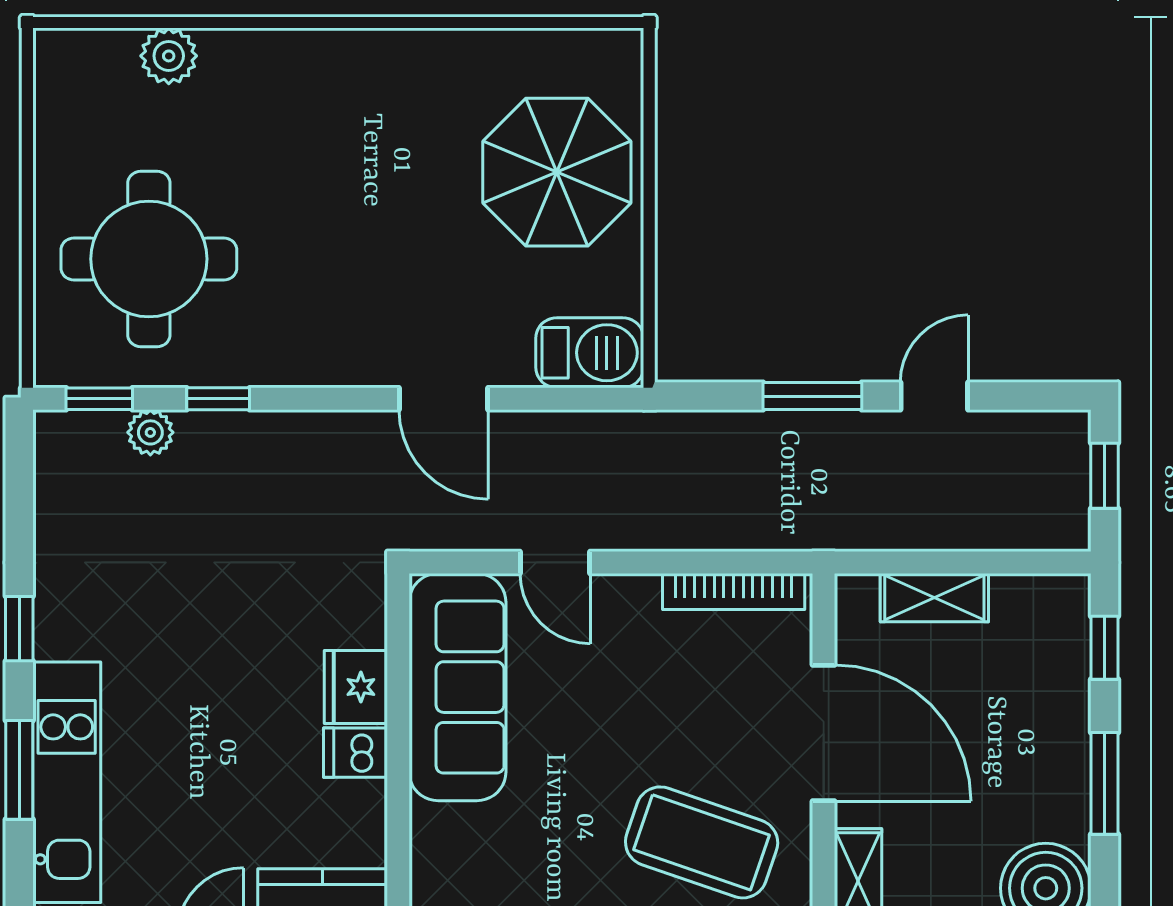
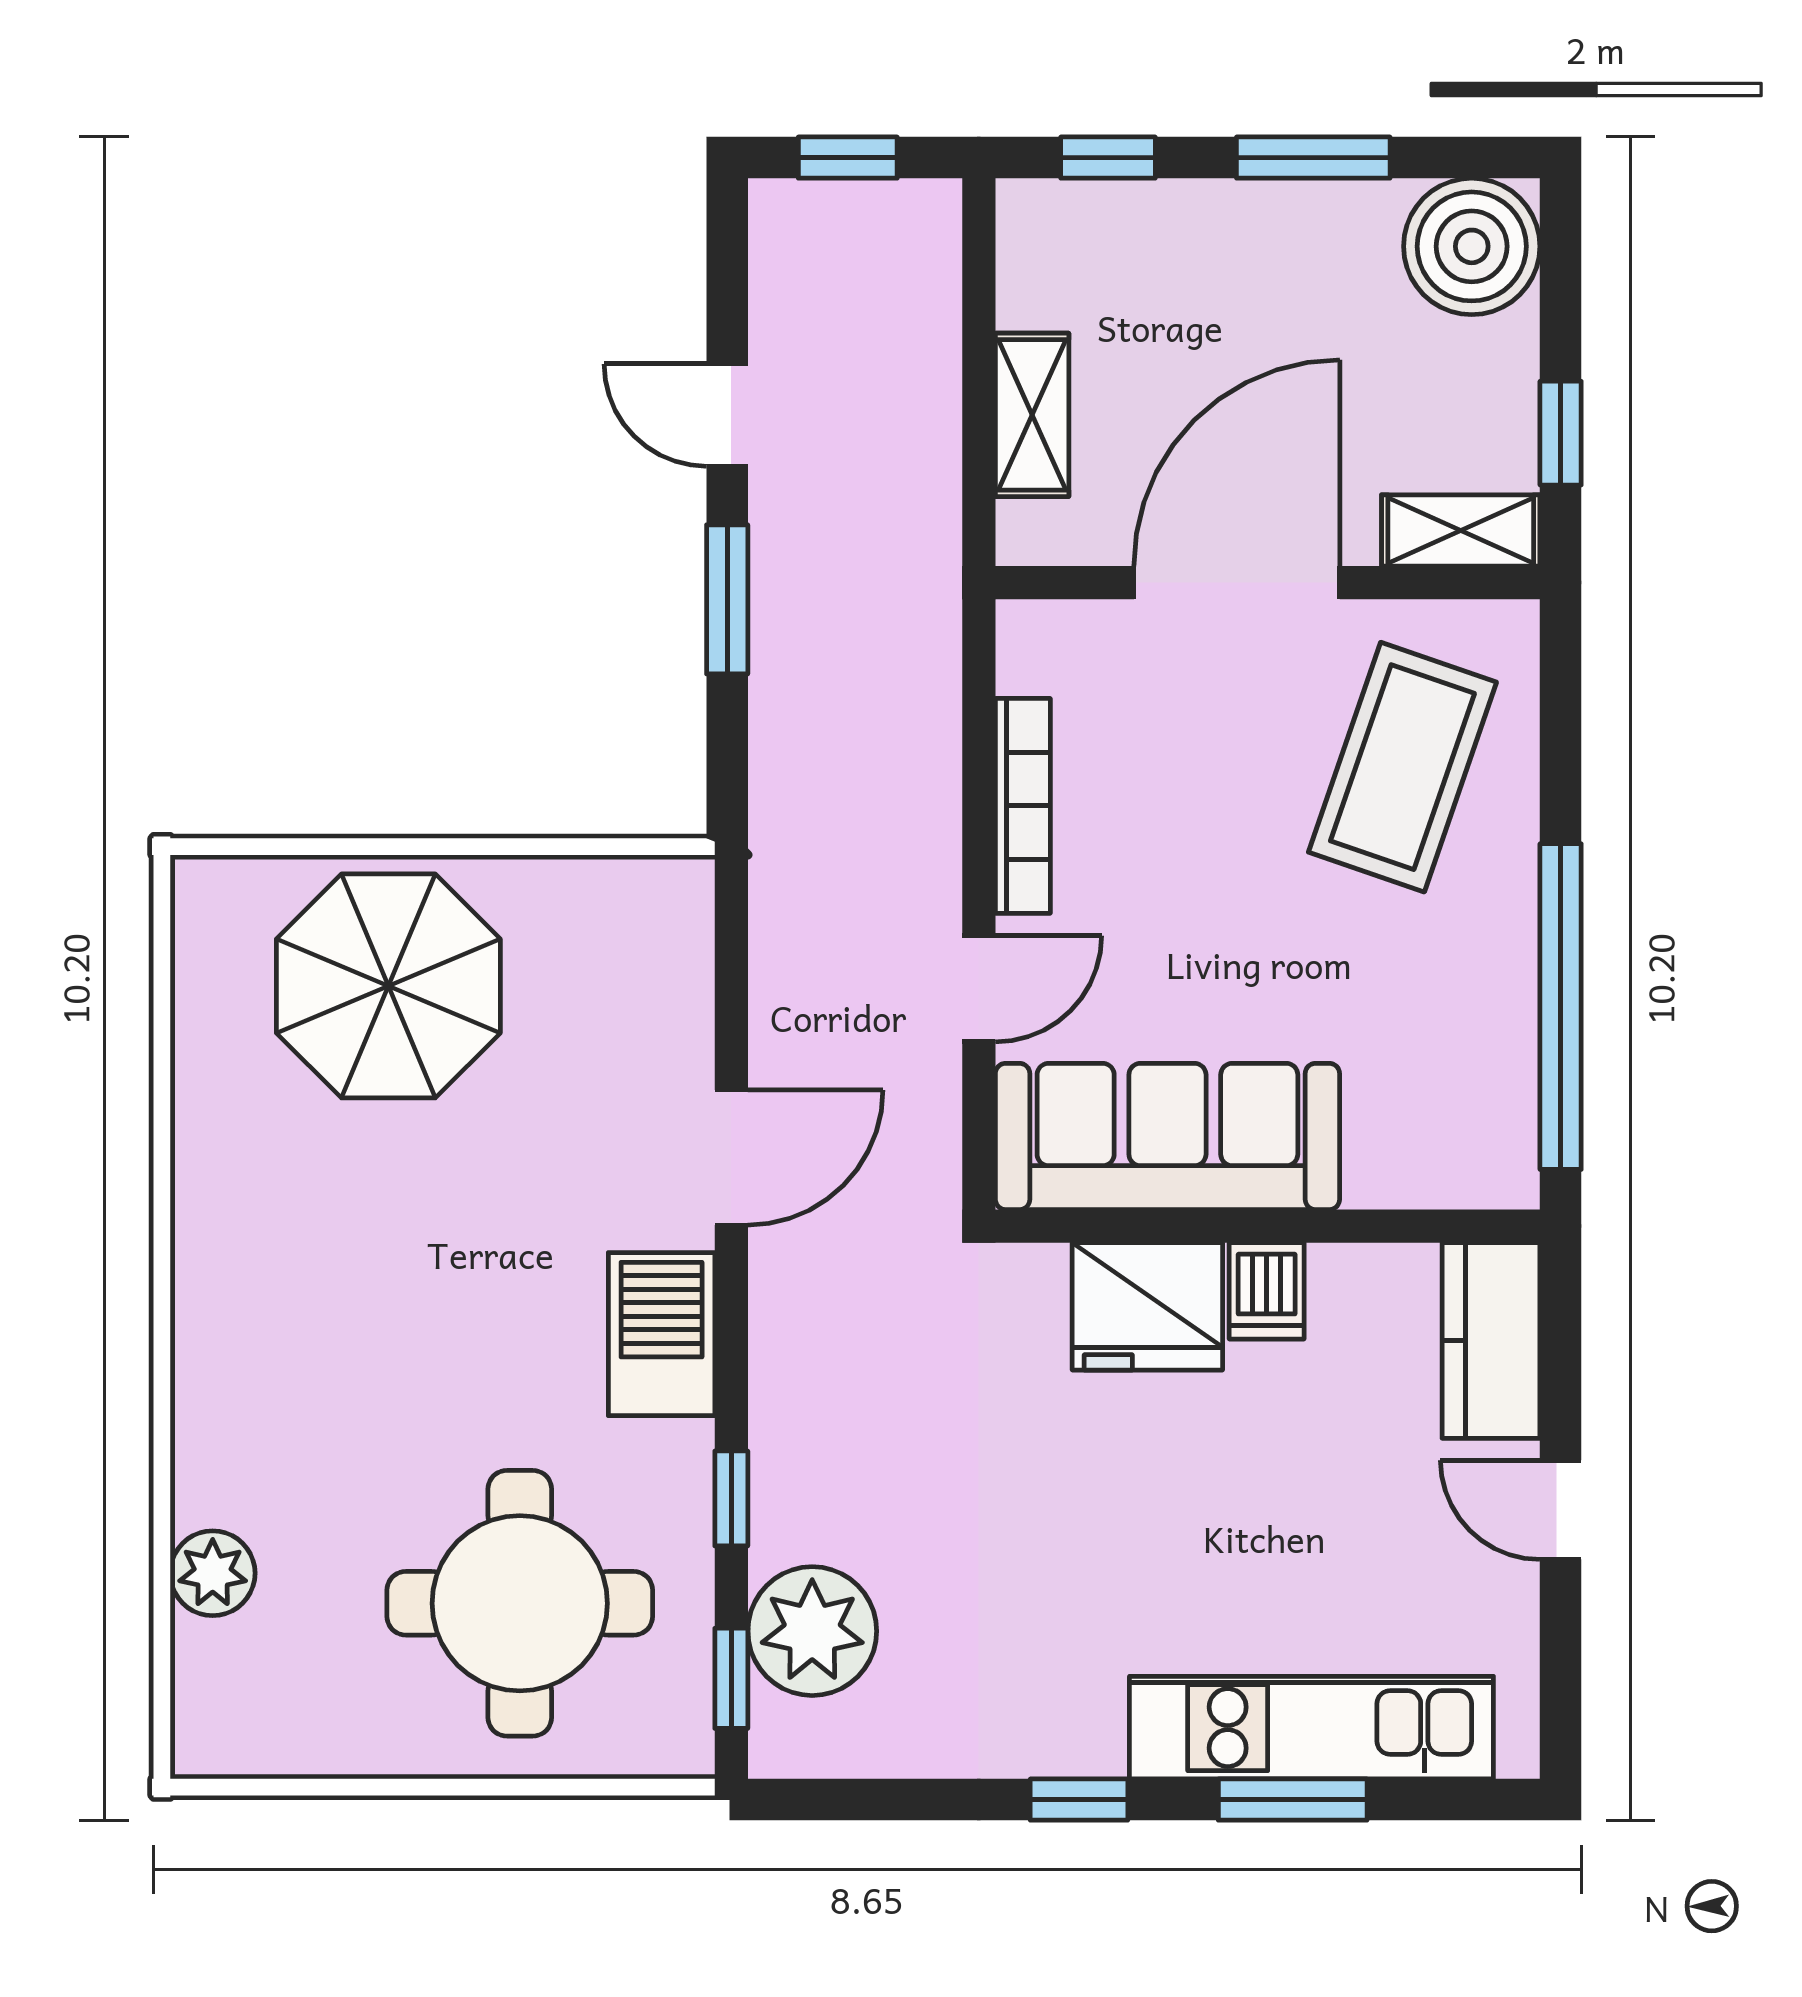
barbecue: (590, 353) -> (662, 1334), moved
plant: (150, 432) -> (812, 1631), width x1.87, depth x1.87
bookcase: (734, 592) -> (1023, 806), moved
fridge: (356, 687) -> (1147, 1306), width x1.36, depth x1.34

